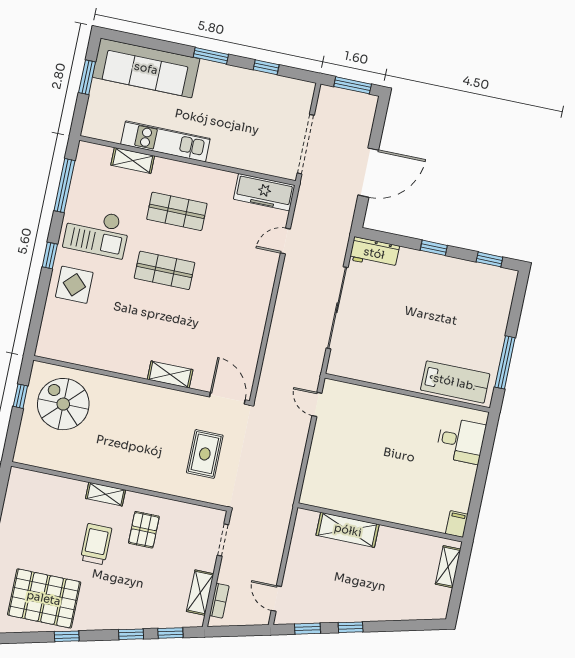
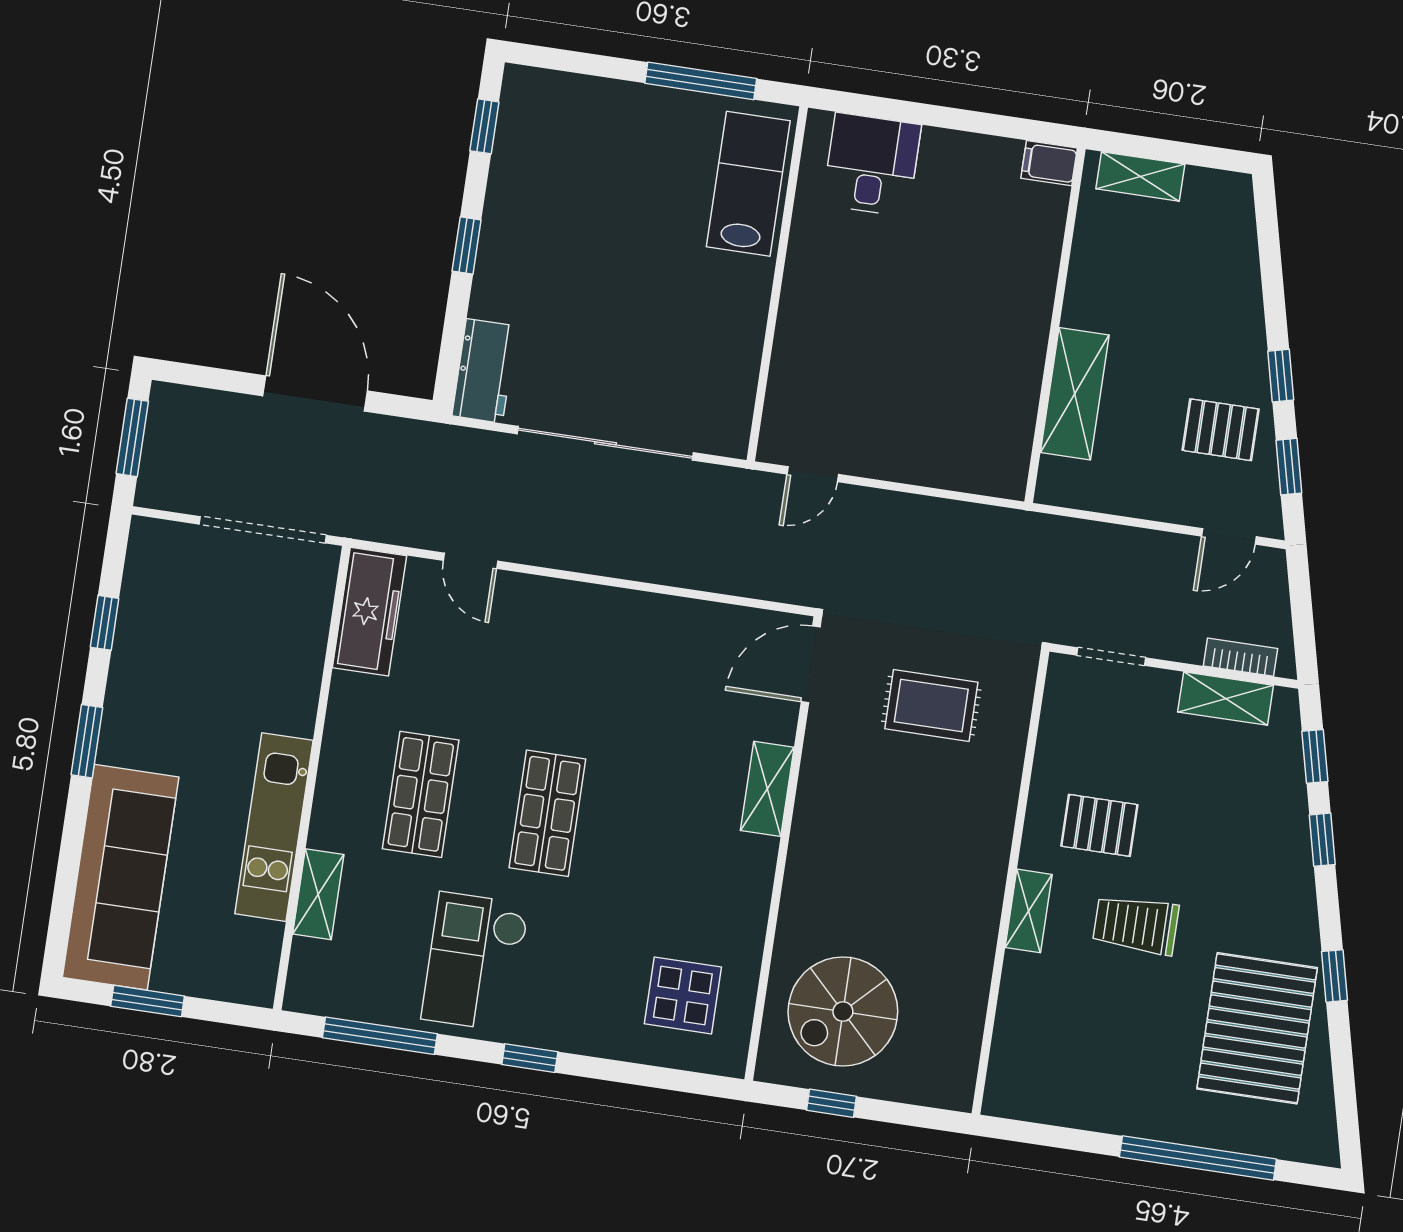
checkout: (97, 232) -> (475, 962), turned 180
display table: (74, 285) -> (683, 995), moved
pallet: (327, 598) -> (1221, 430), added

